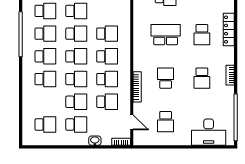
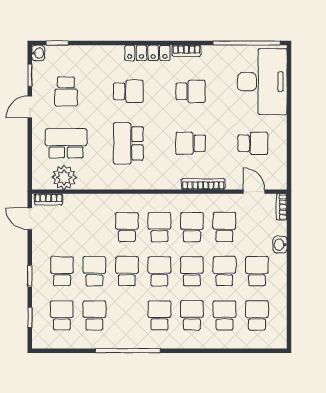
locker: (229, 30) -> (147, 53), moved
school desk: (45, 34) -> (224, 315), moved
door: (132, 122) -> (254, 192), hinge flipped
desk: (209, 132) -> (262, 82), width x1.36, depth x1.30

